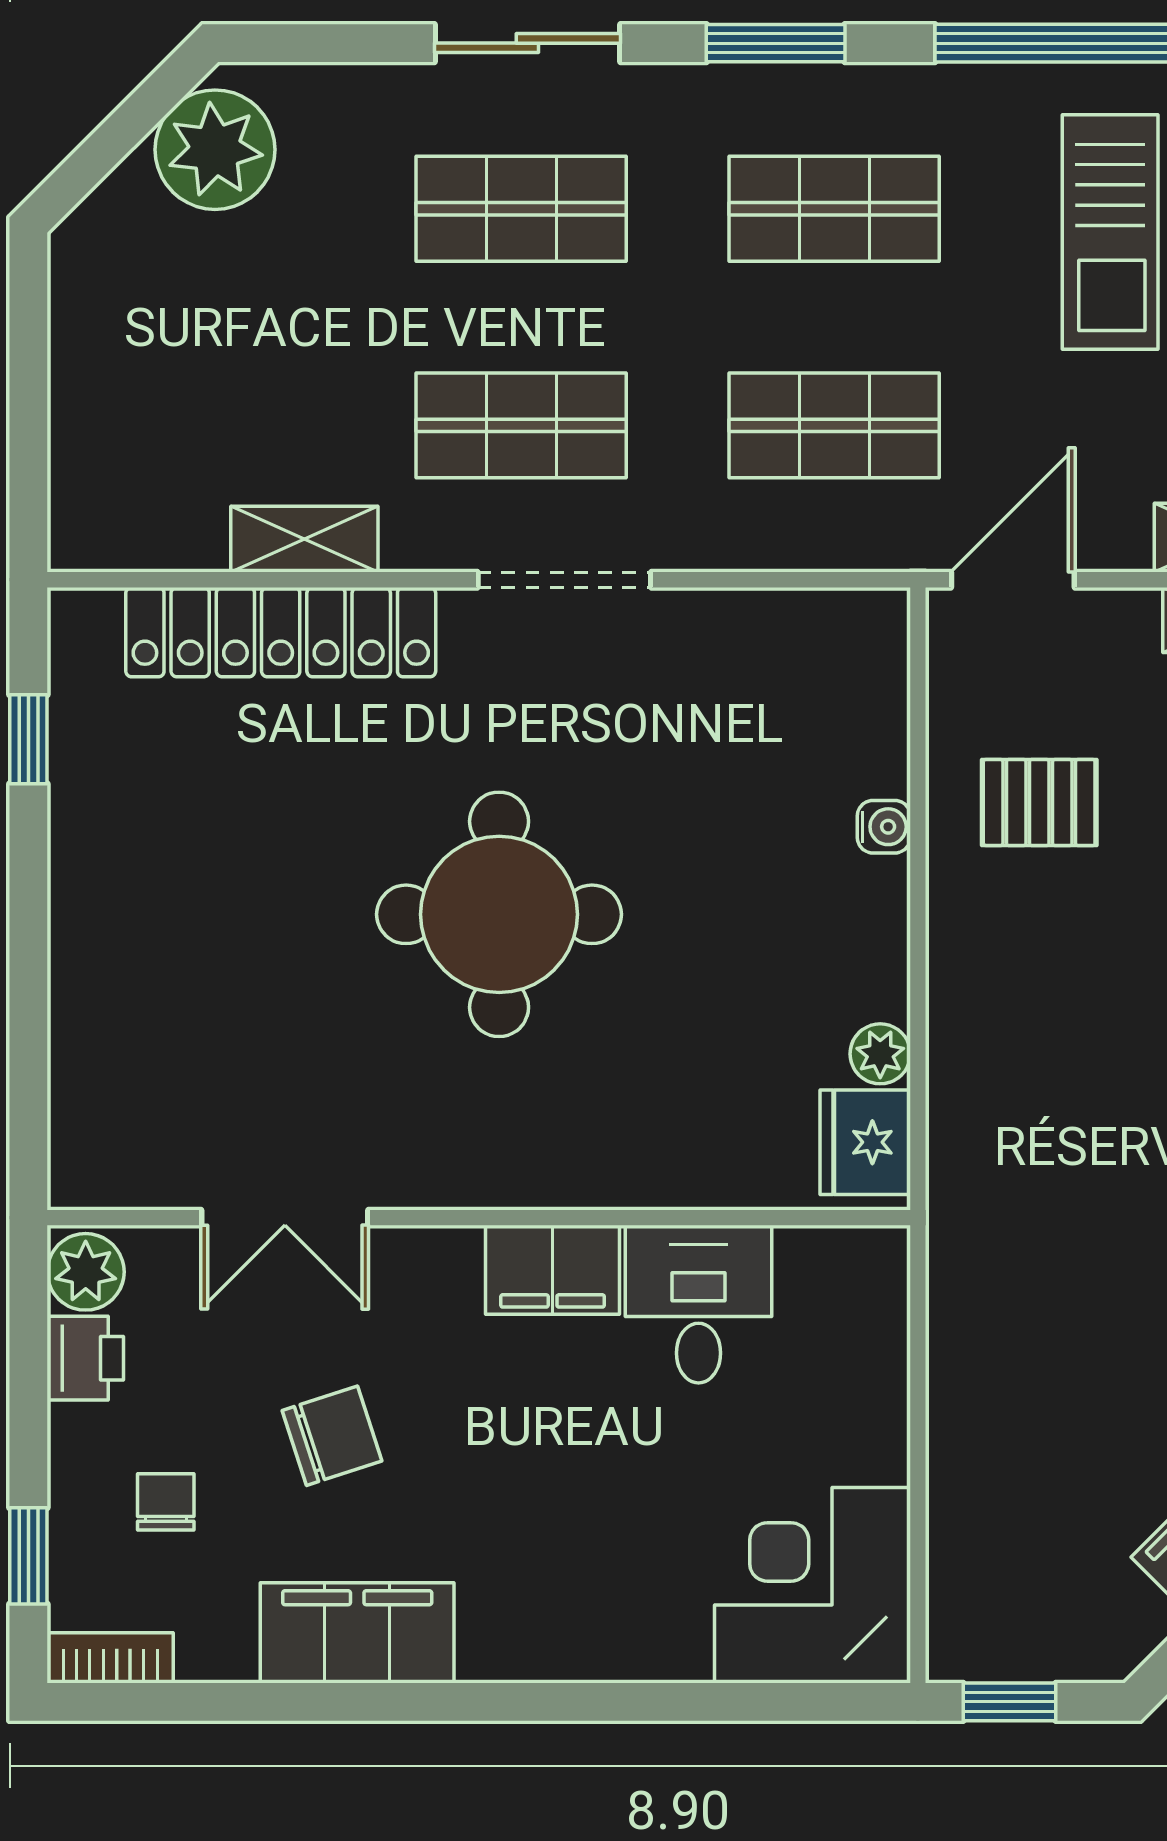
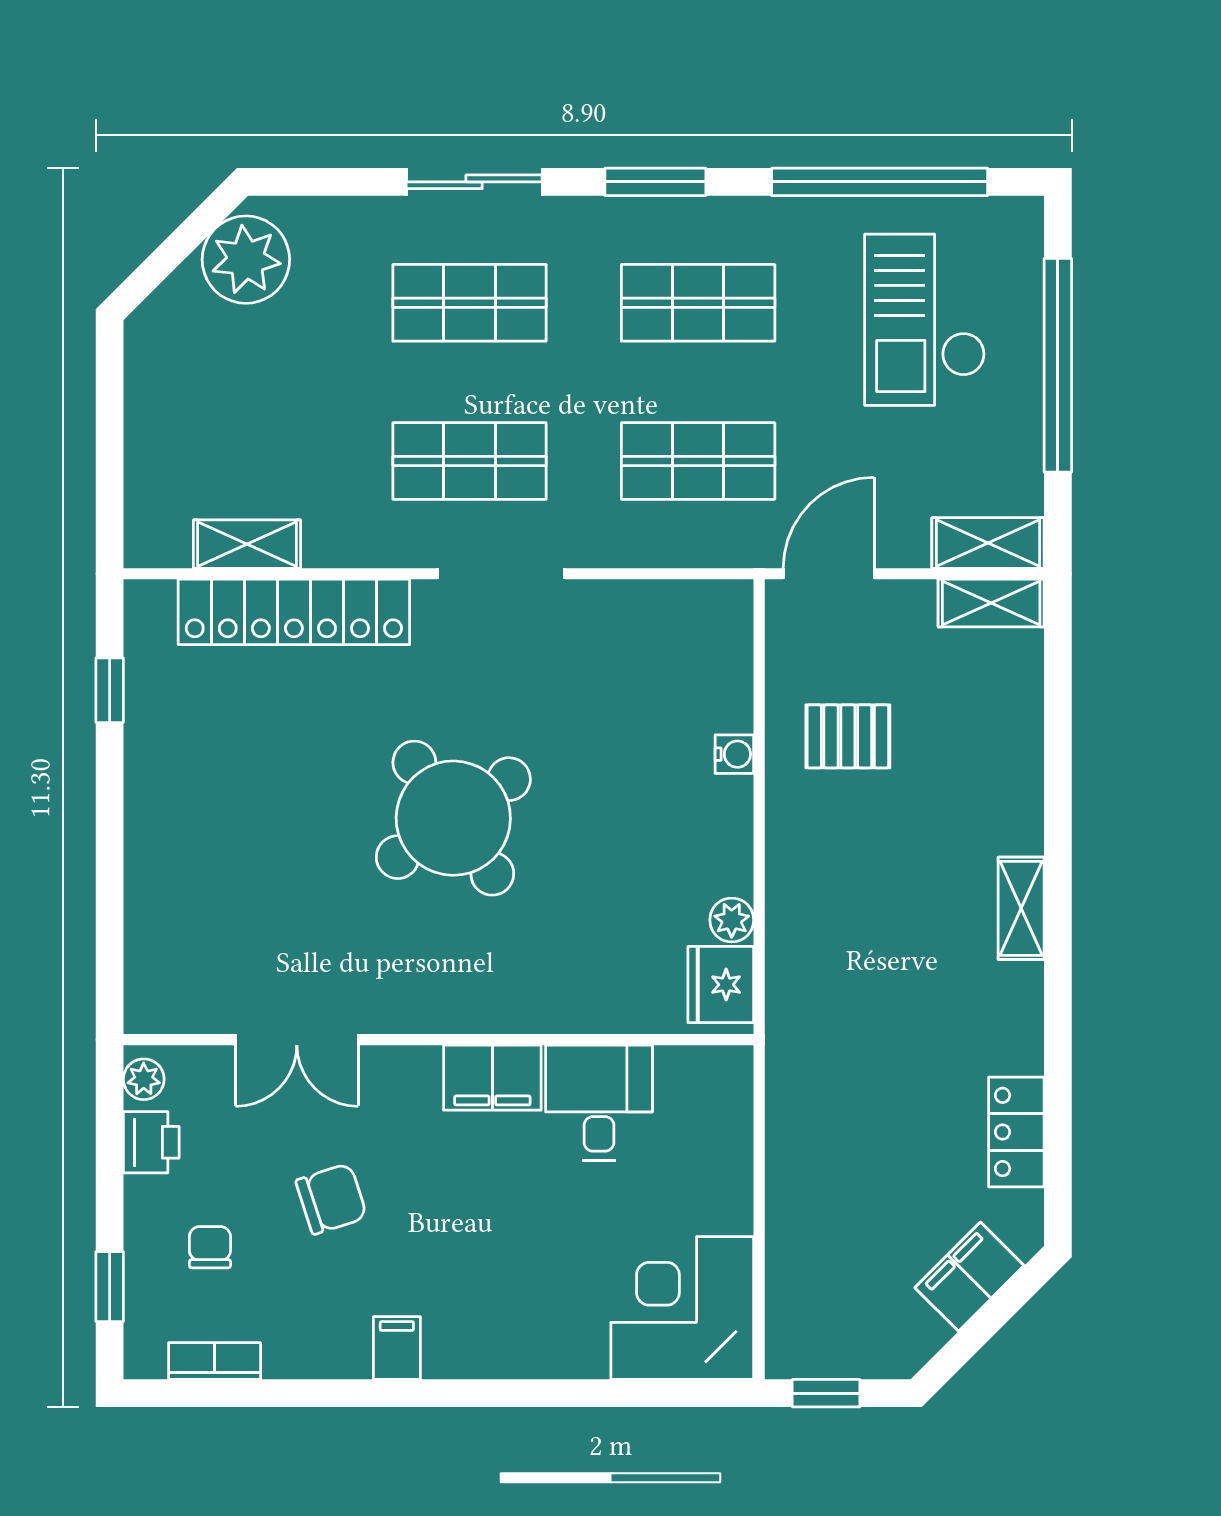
shelving: (304, 539) -> (247, 544), moved
round table: (499, 914) -> (453, 818), turned -35
plant: (86, 1272) -> (144, 1079), width x0.73, depth x0.73
filing cabinet: (357, 1633) -> (397, 1348), width x0.33, depth x0.86
bookcase: (110, 1658) -> (215, 1361), moved

